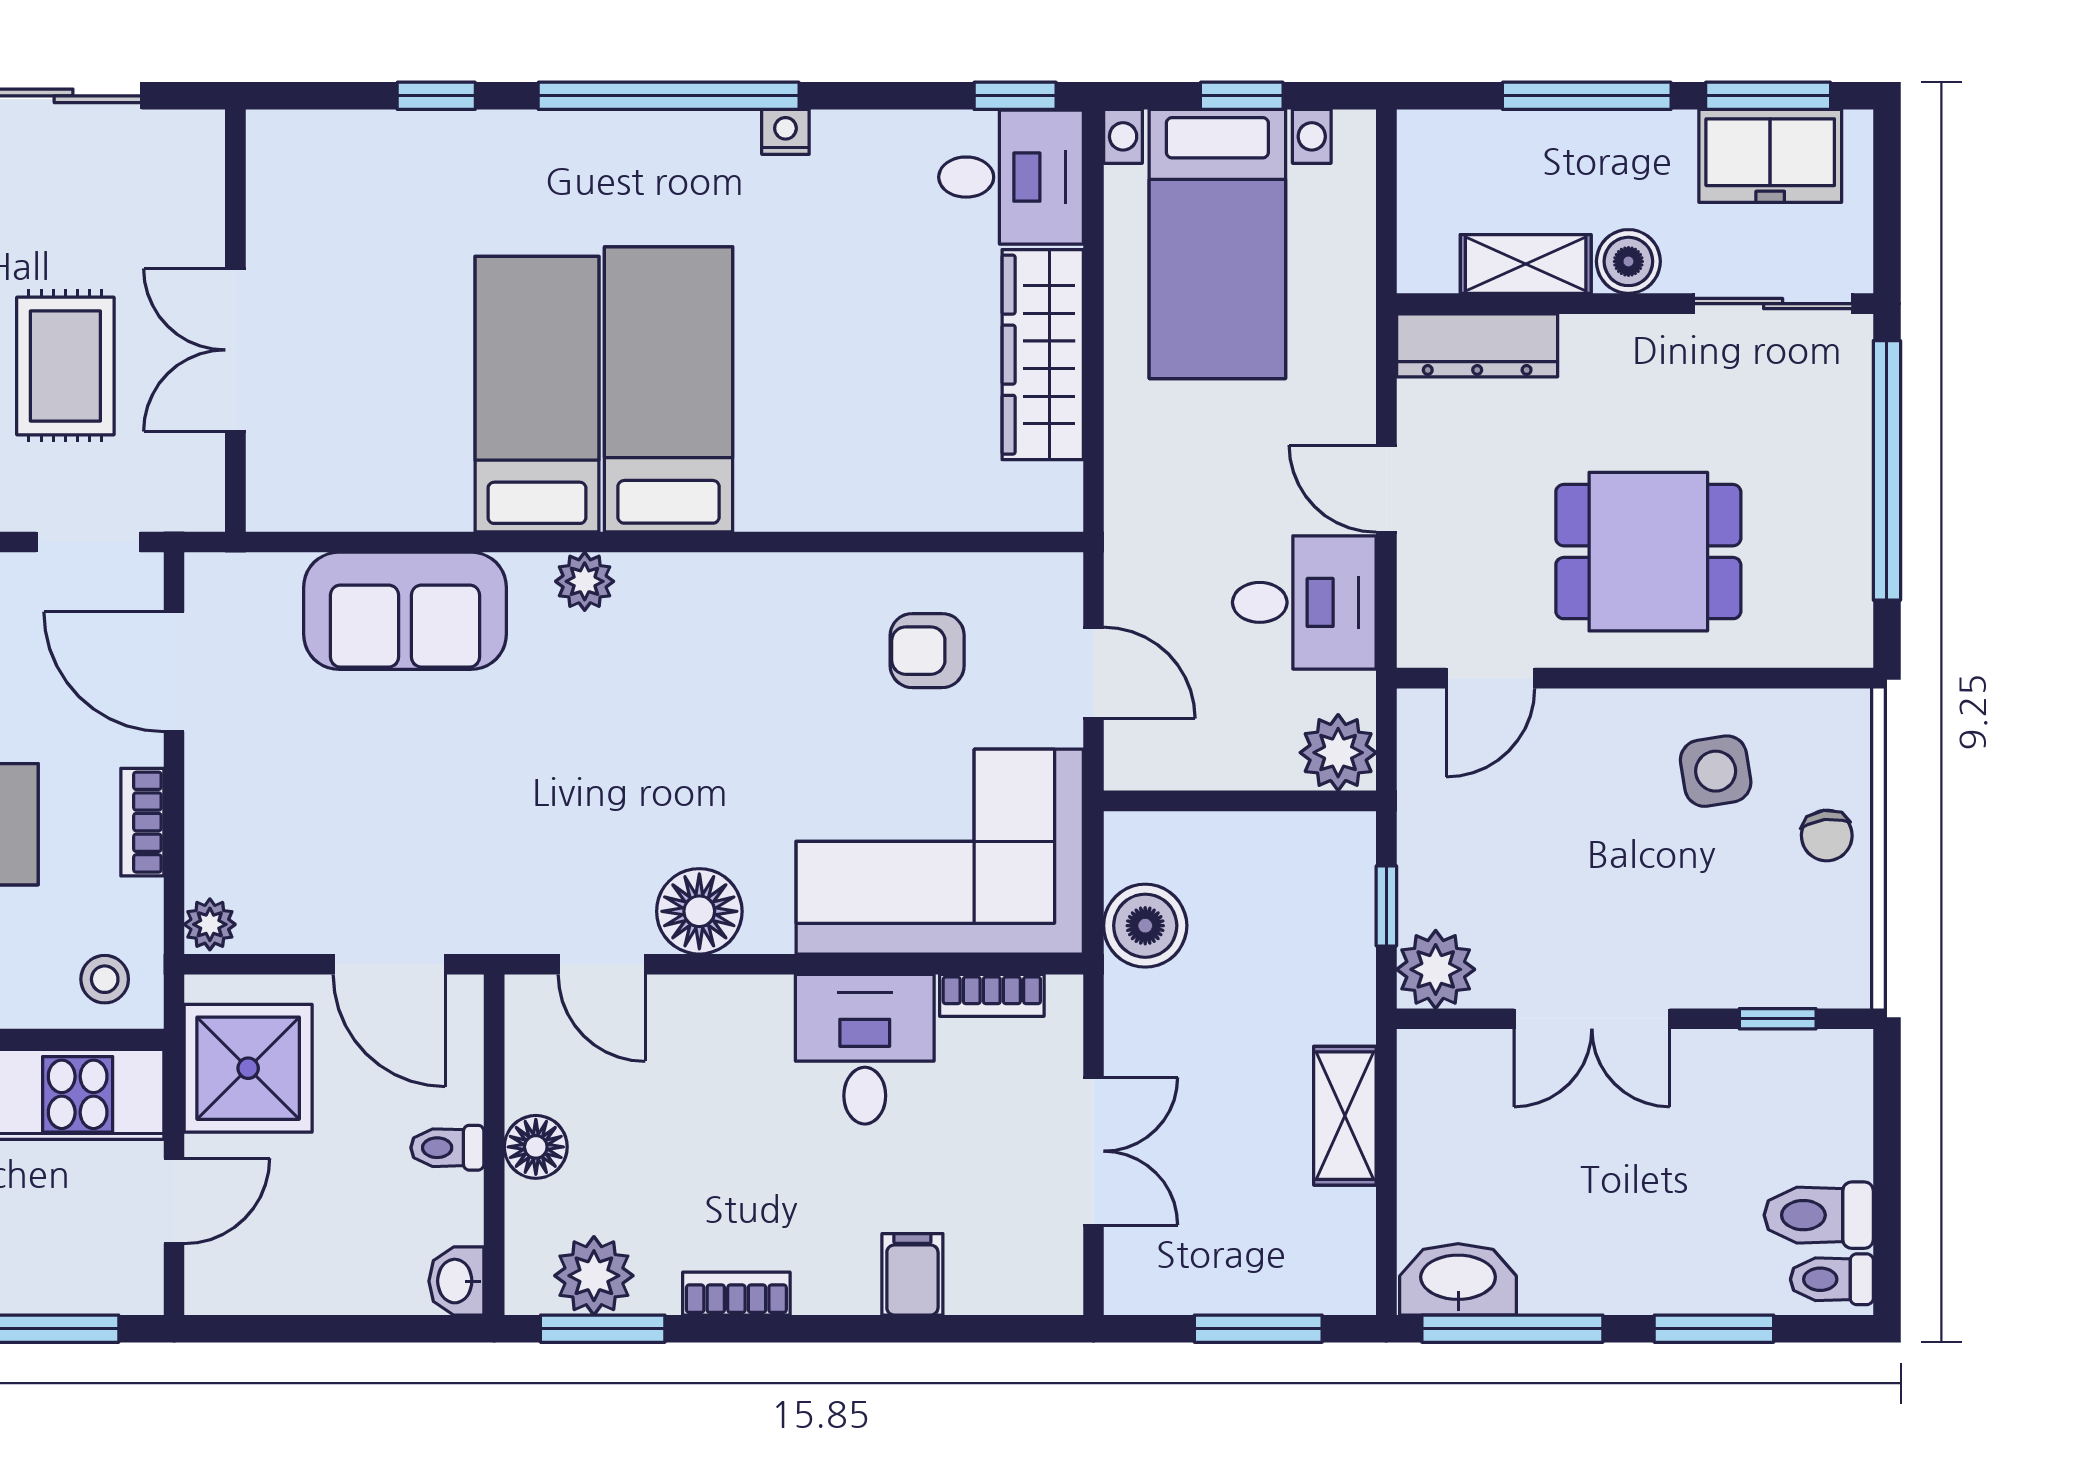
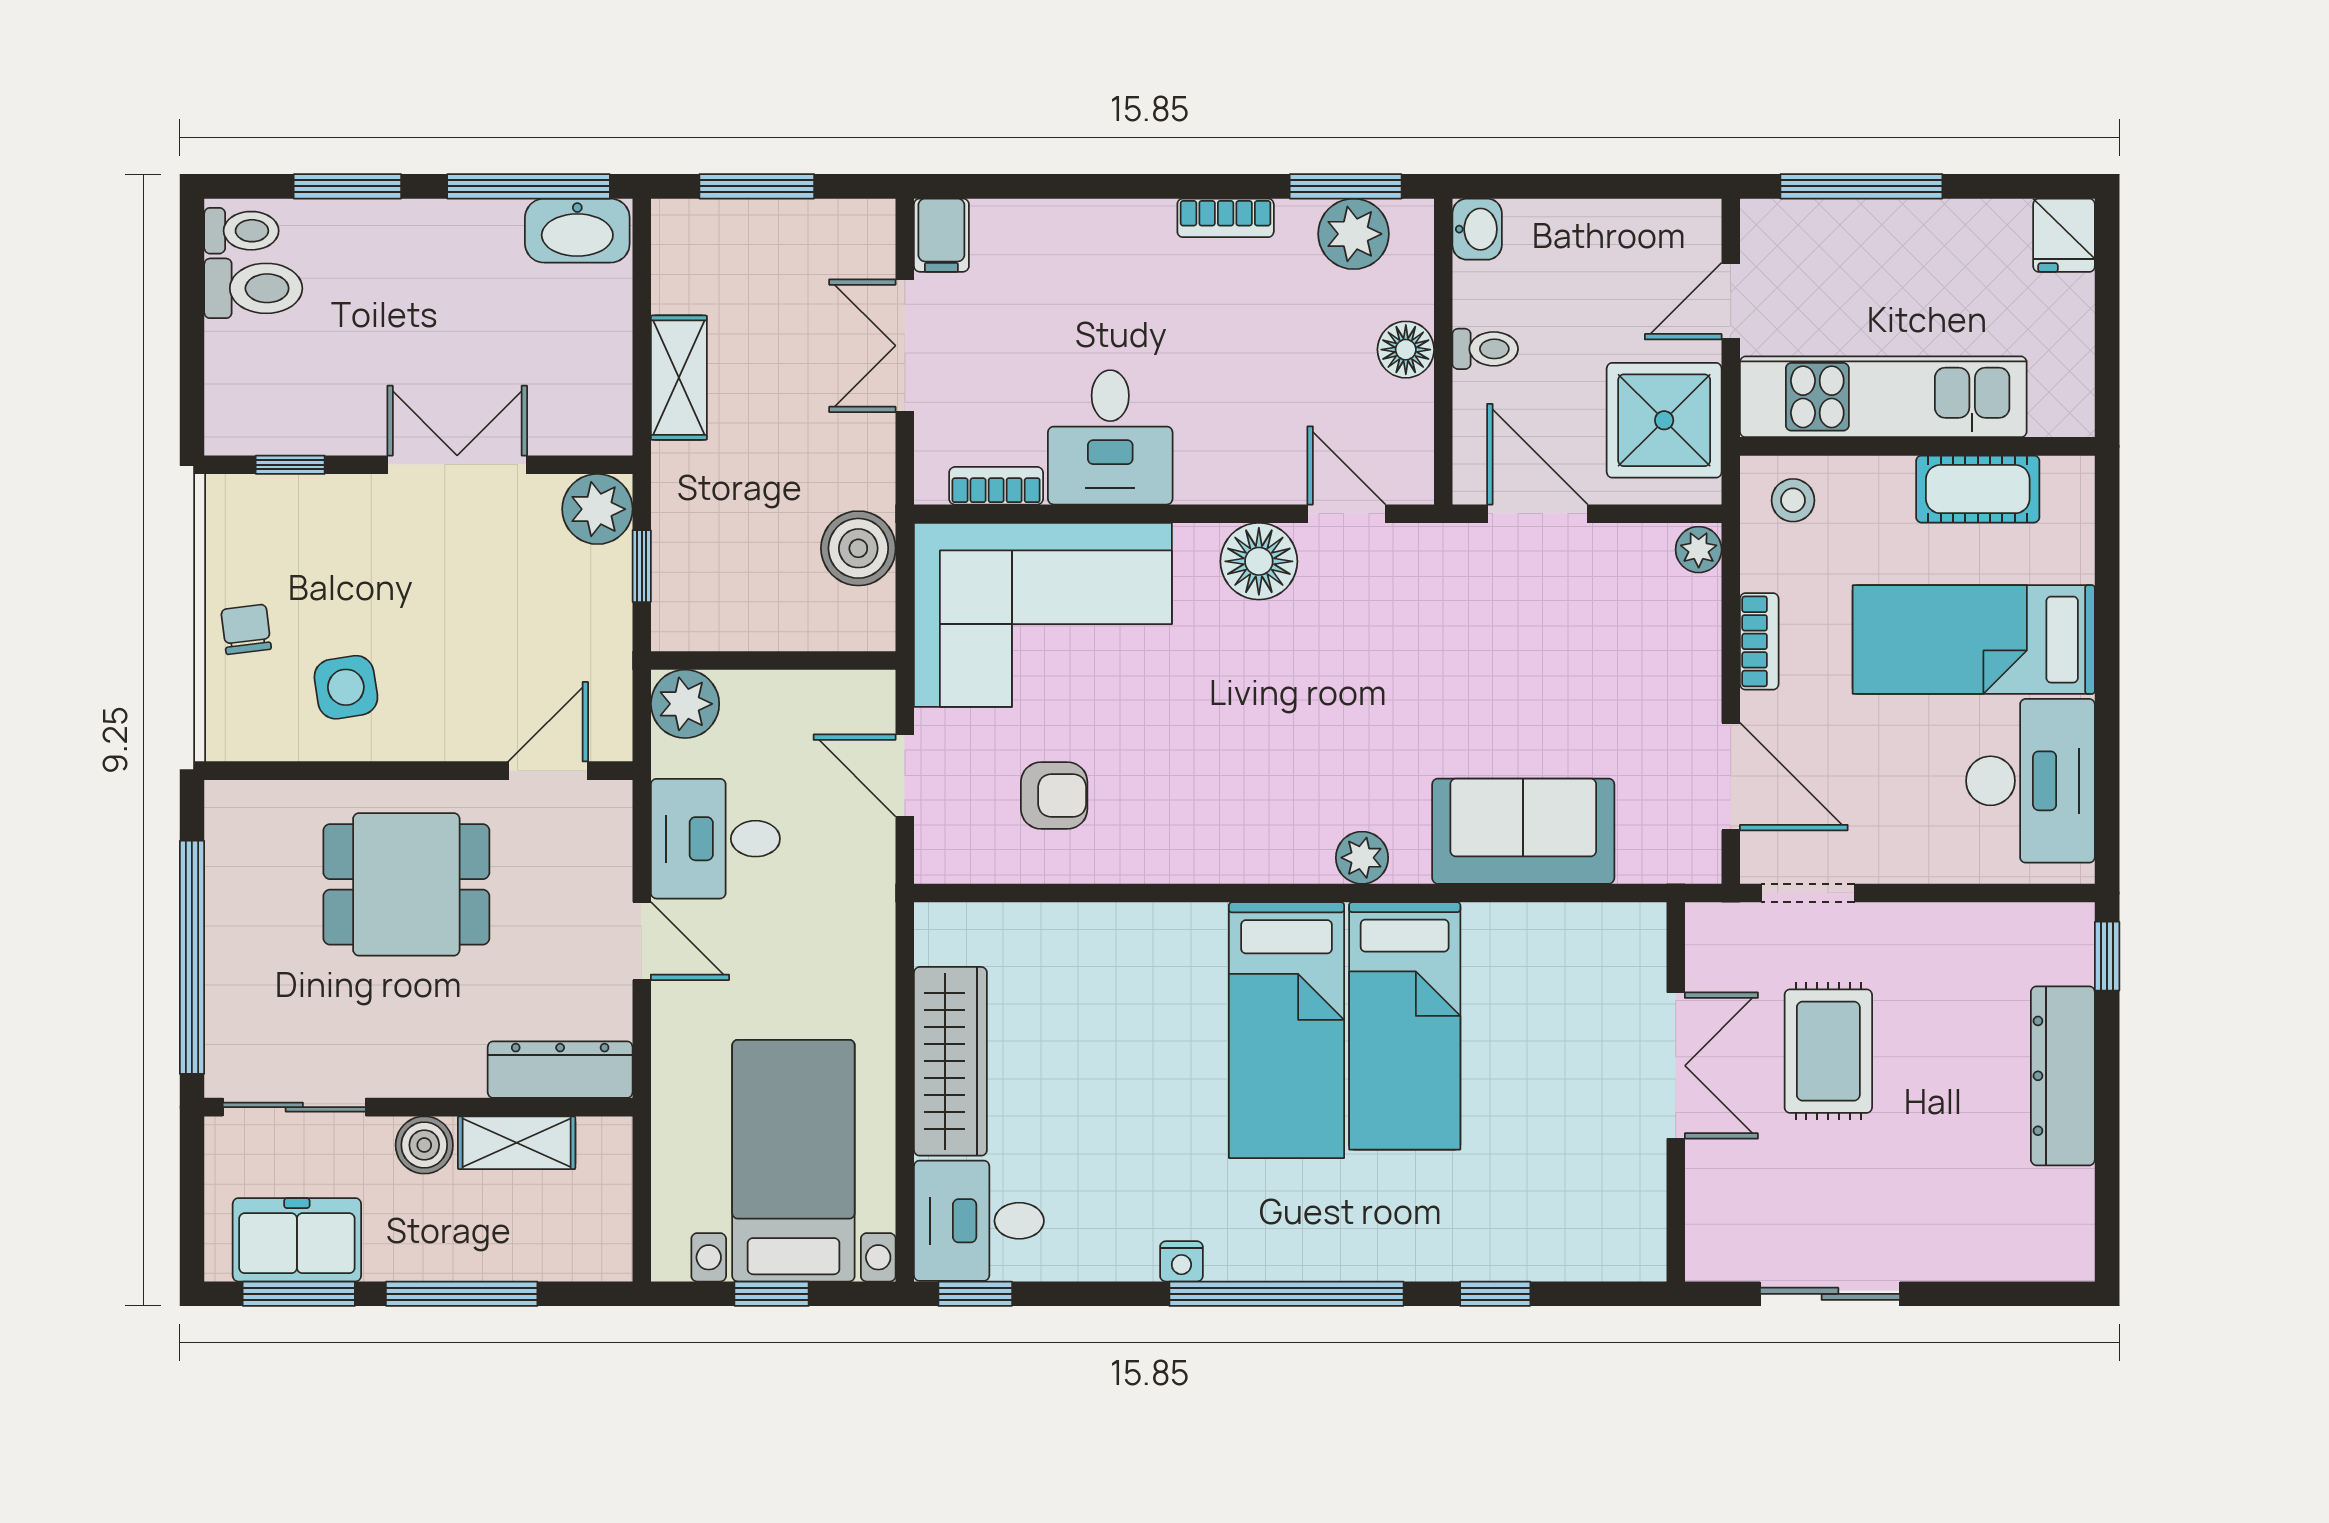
filing cabinet: (912, 1274) -> (941, 235), moved

